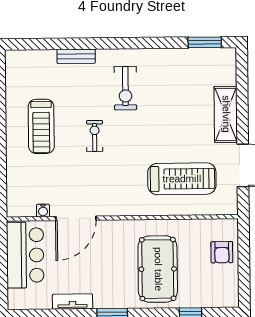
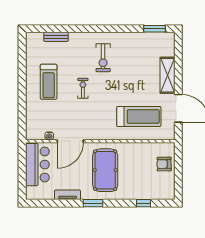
bench: (76, 56) -> (56, 37), moved
armchair: (222, 252) -> (164, 164), turned 89
pool table: (158, 269) -> (105, 170), moved

